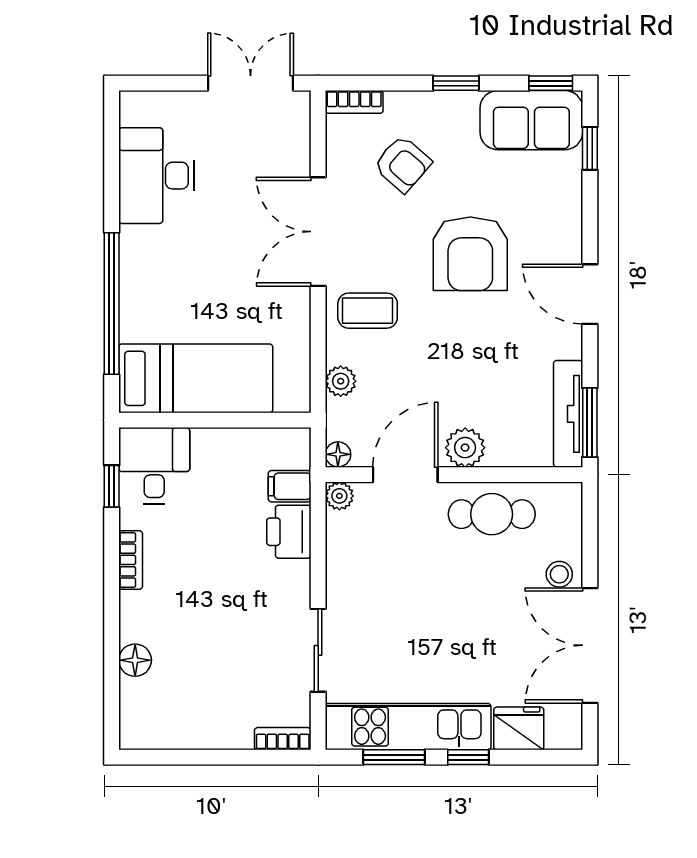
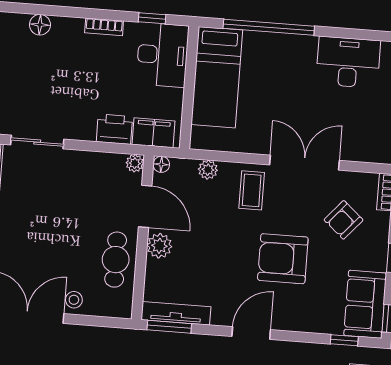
desk: (154, 466) -> (163, 55), width x1.37
filing cabinet: (290, 486) -> (154, 133), width x2.00

